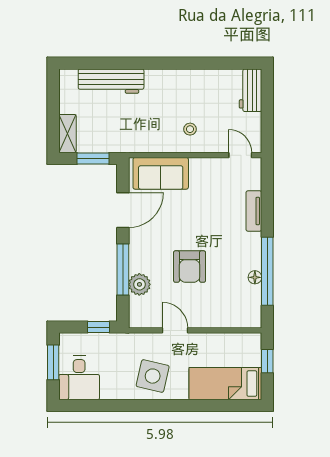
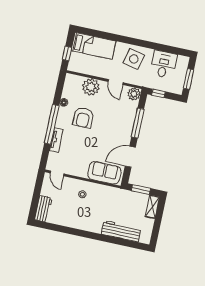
armchair: (190, 267) -> (83, 118), moved, turned 180
window: (267, 271) -> (52, 124), moved
plant: (139, 284) -> (134, 94), moved
plant: (215, 313) -> (91, 87), added
desk: (79, 378) -> (163, 64), moved

